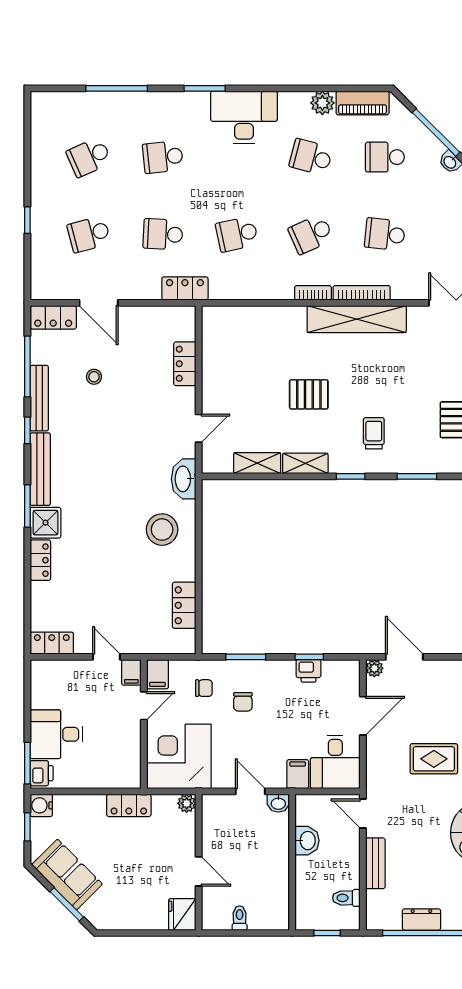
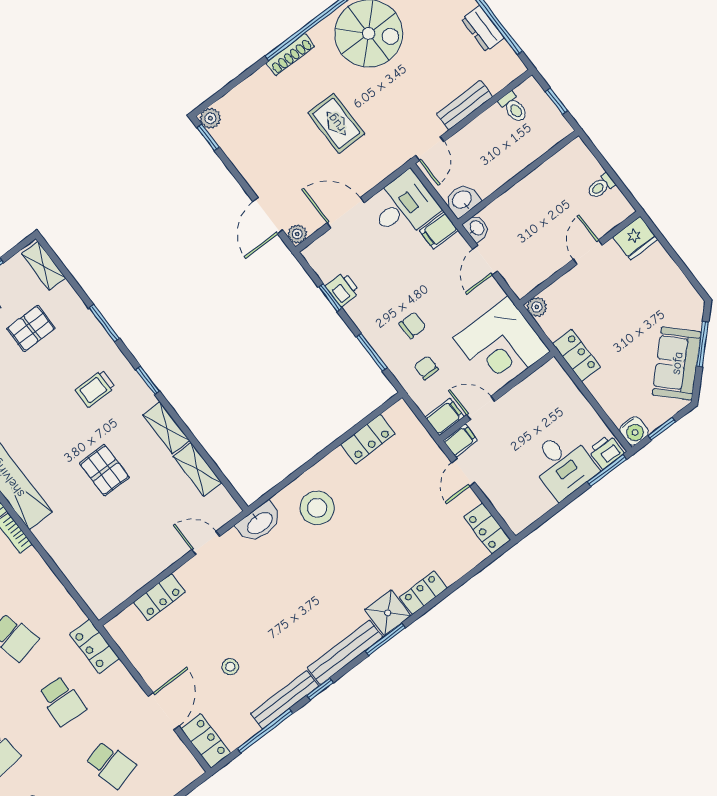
washbasin: (307, 841) -> (462, 200), moved

